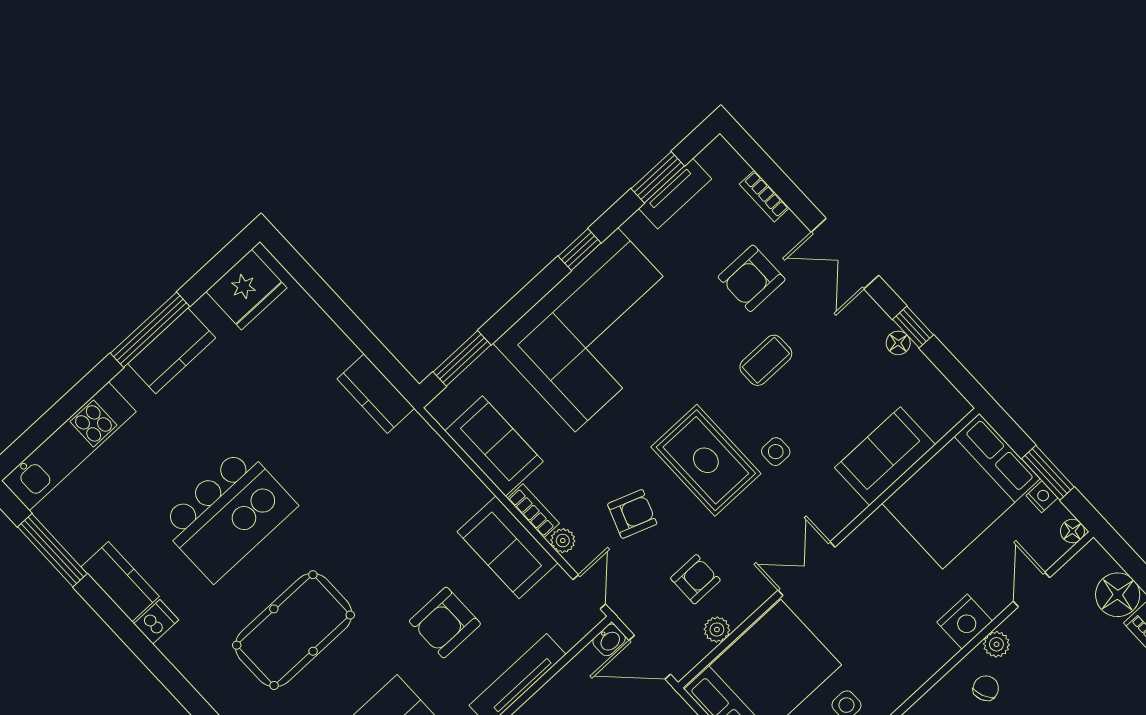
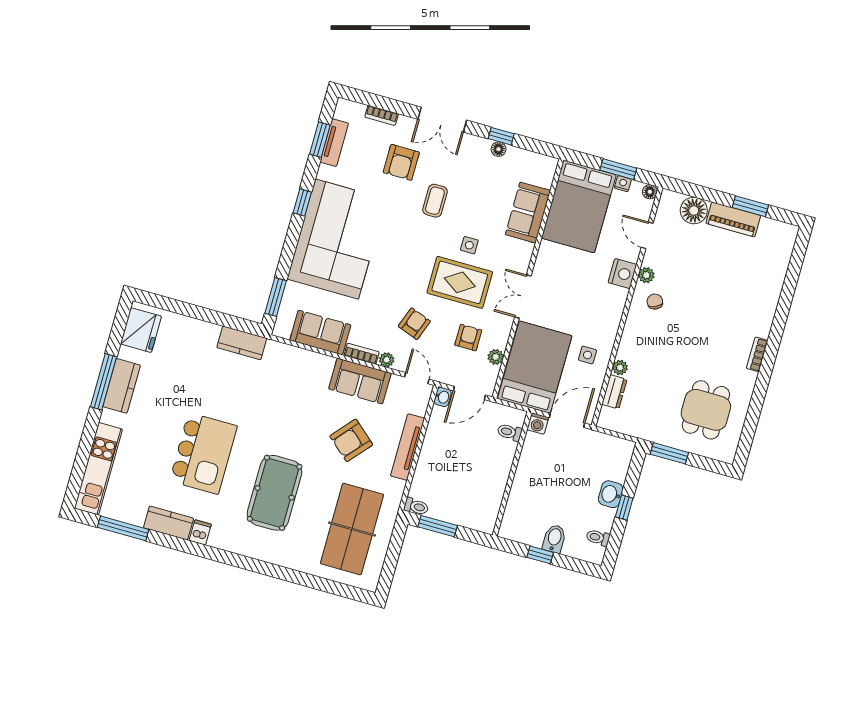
rug: (706, 460) -> (460, 282), moved
armchair: (445, 622) -> (351, 440), turned 41

